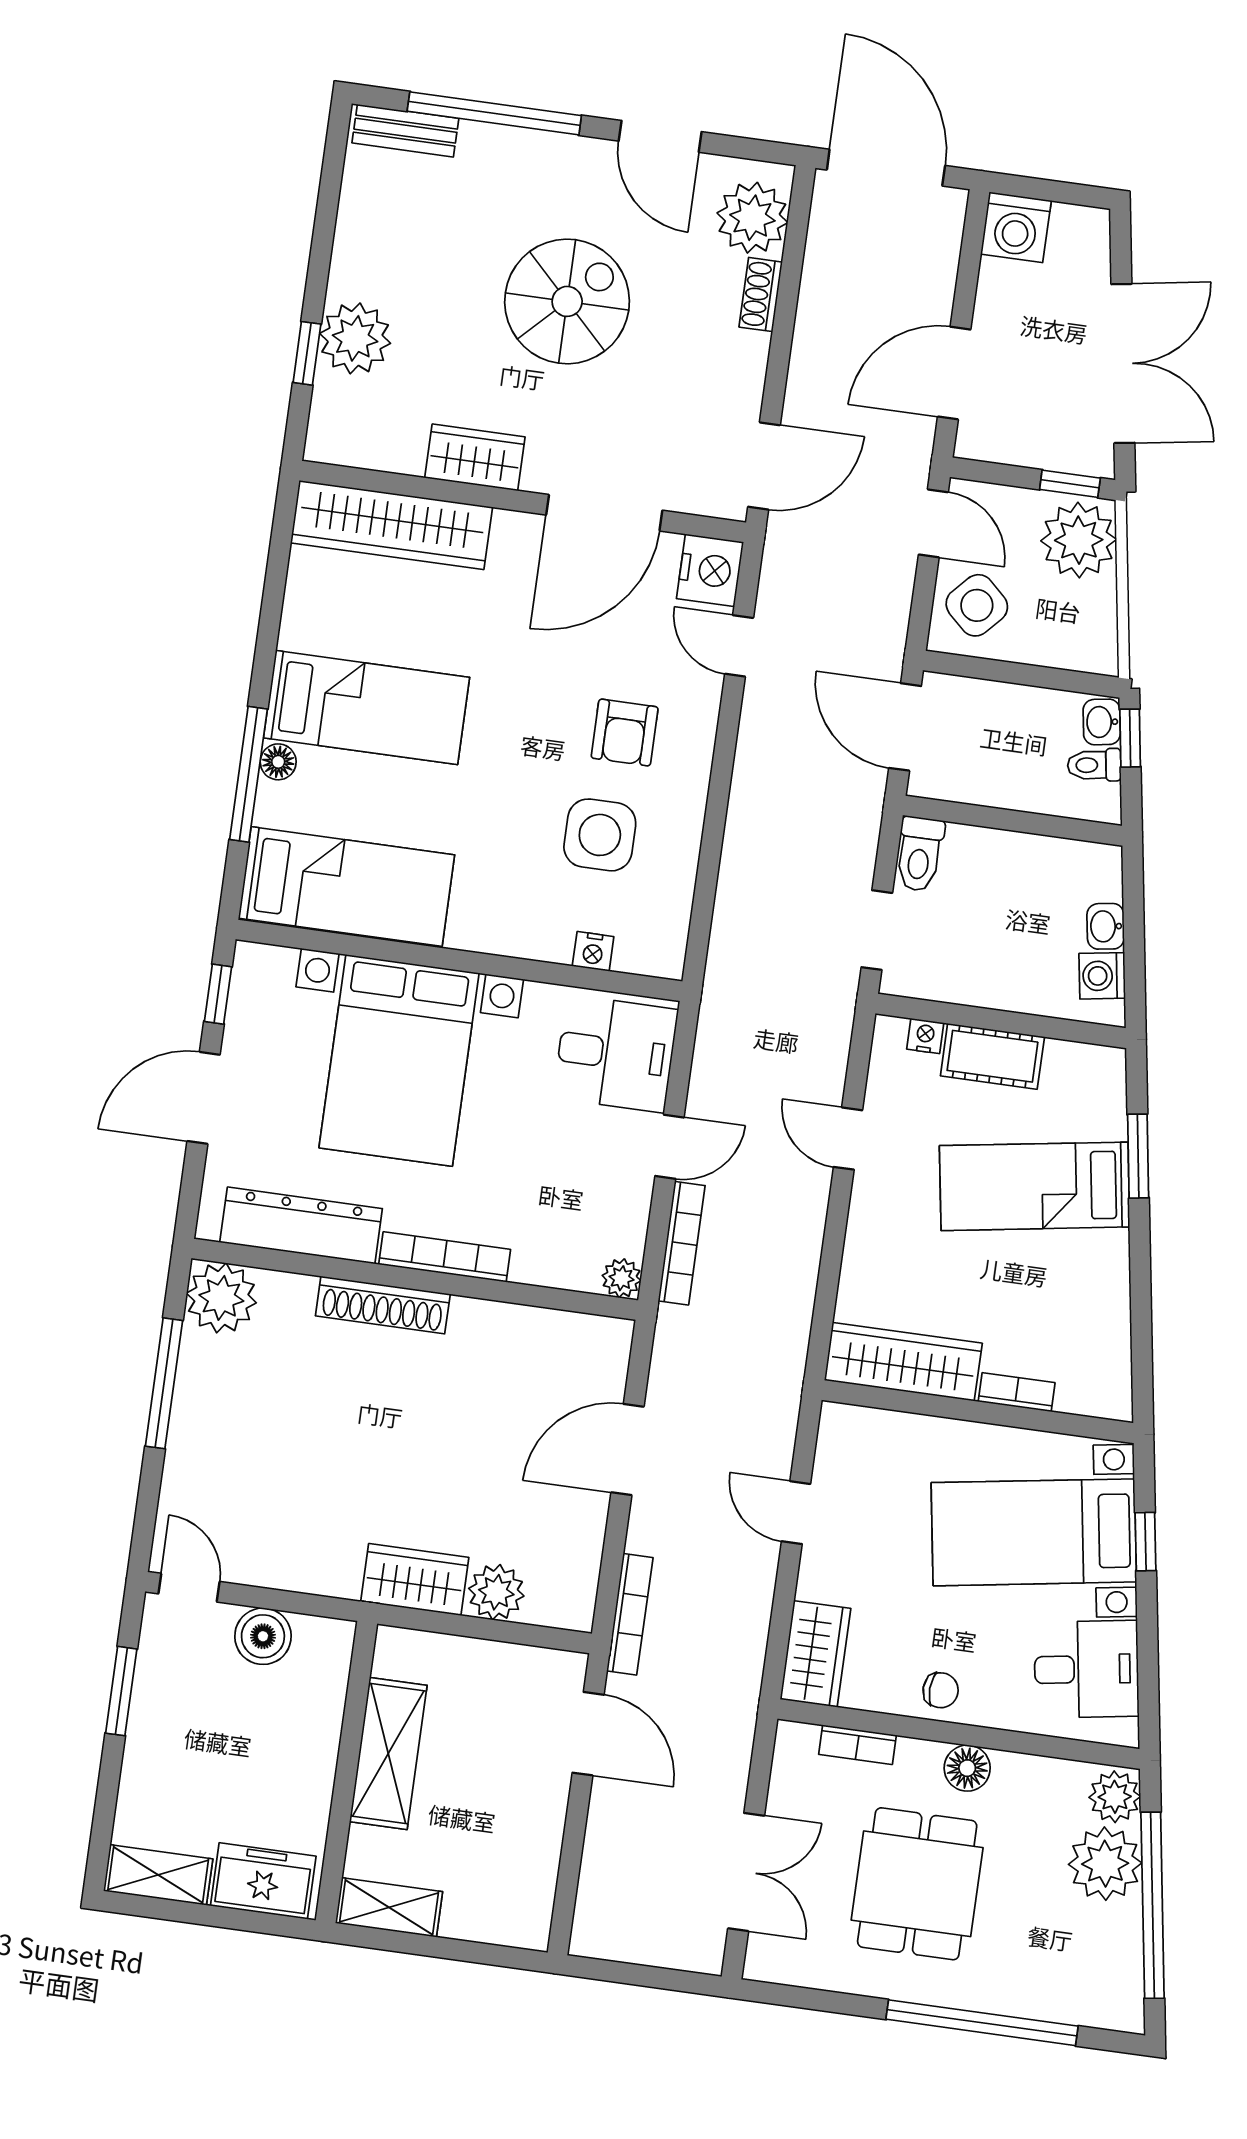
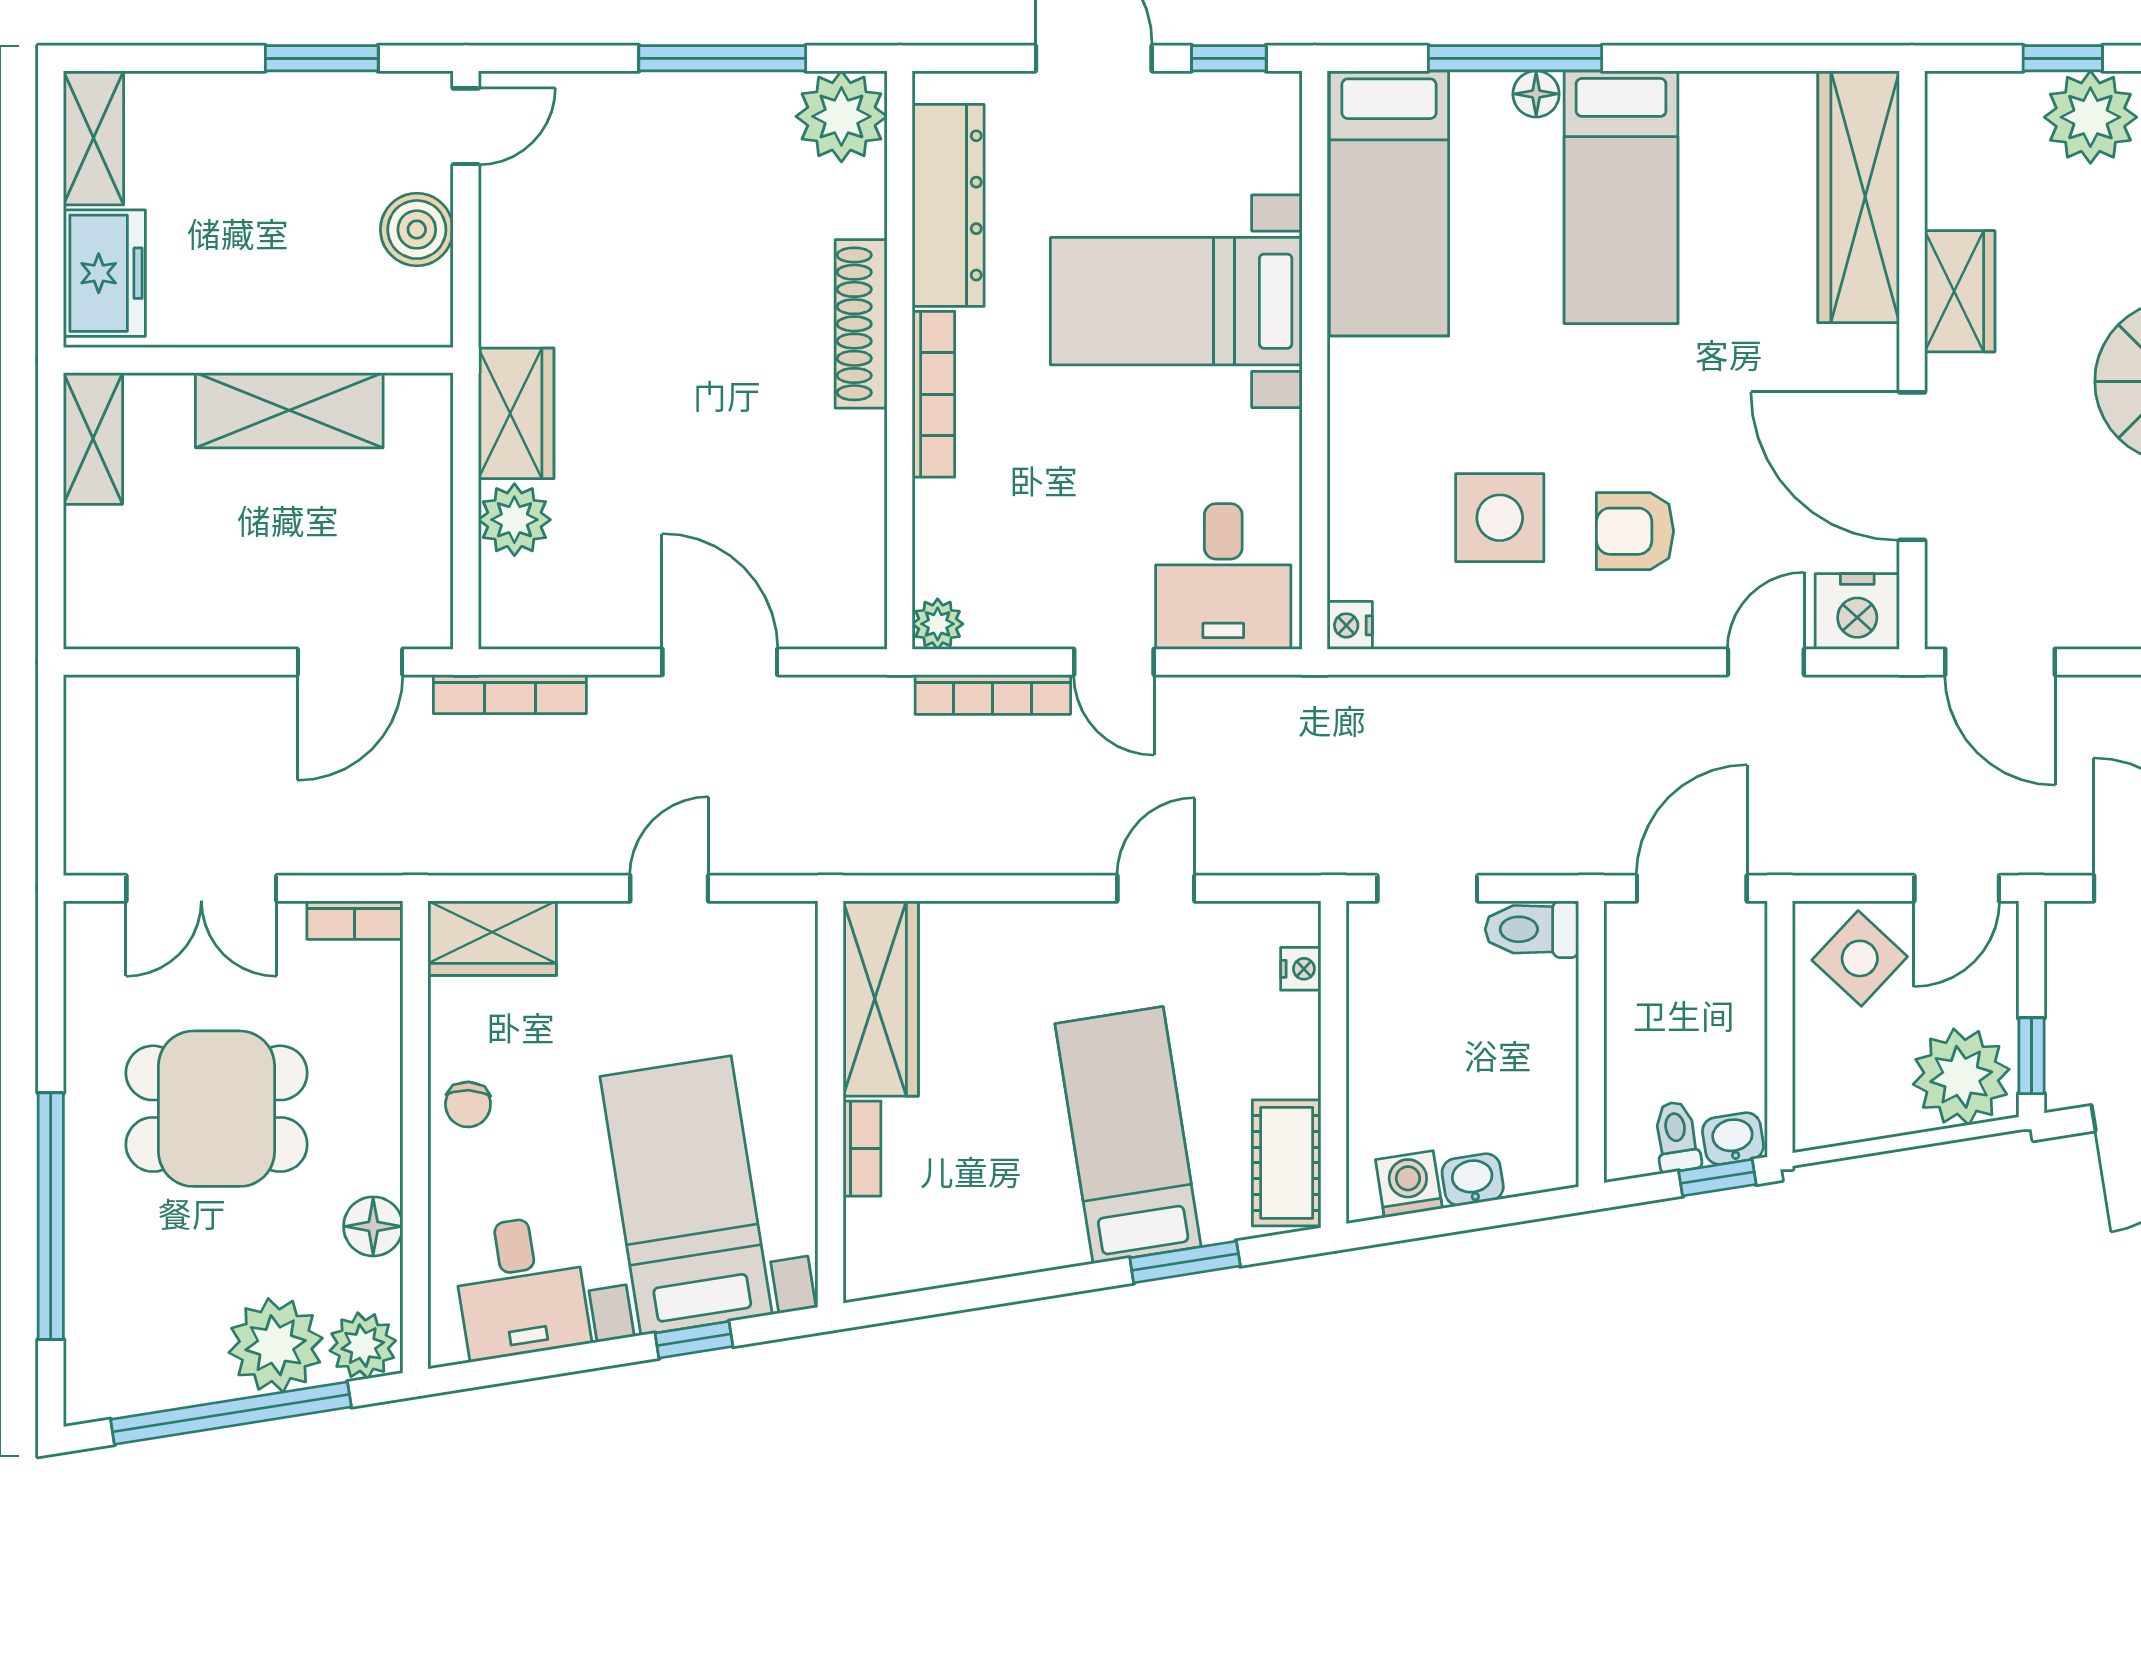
nightstand: (593, 951) -> (1350, 625), moved
cot: (992, 1056) -> (1287, 1163), moved
bed with nightstands: (399, 1060) -> (1176, 301), width x0.73
bookcase: (858, 1745) -> (355, 920), moved, turned -90
floor lamp: (967, 1768) -> (373, 1226), moved

